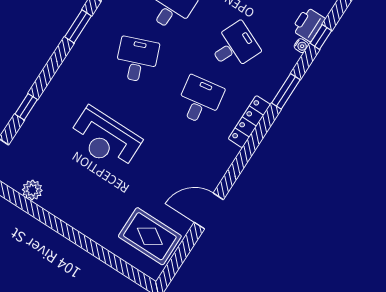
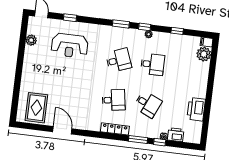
window: (321, 37) -> (160, 142), moved
reception desk: (105, 139) -> (70, 46), moved, turned -90

